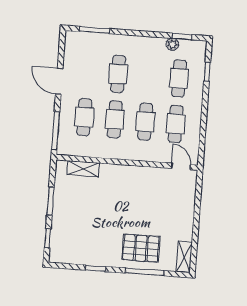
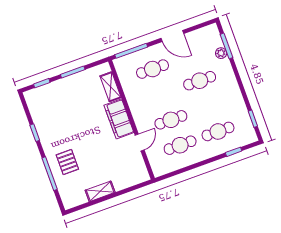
plant: (172, 44) -> (221, 53), moved
door: (59, 81) -> (172, 36), swing flipped
cafe table: (115, 119) -> (162, 94), removed
door: (181, 166) -> (140, 143), moved
filing cabinet: (120, 175) -> (119, 119), added
pallet: (141, 248) -> (67, 162), width x0.67, depth x0.71
shelving: (184, 257) -> (100, 191), moved

